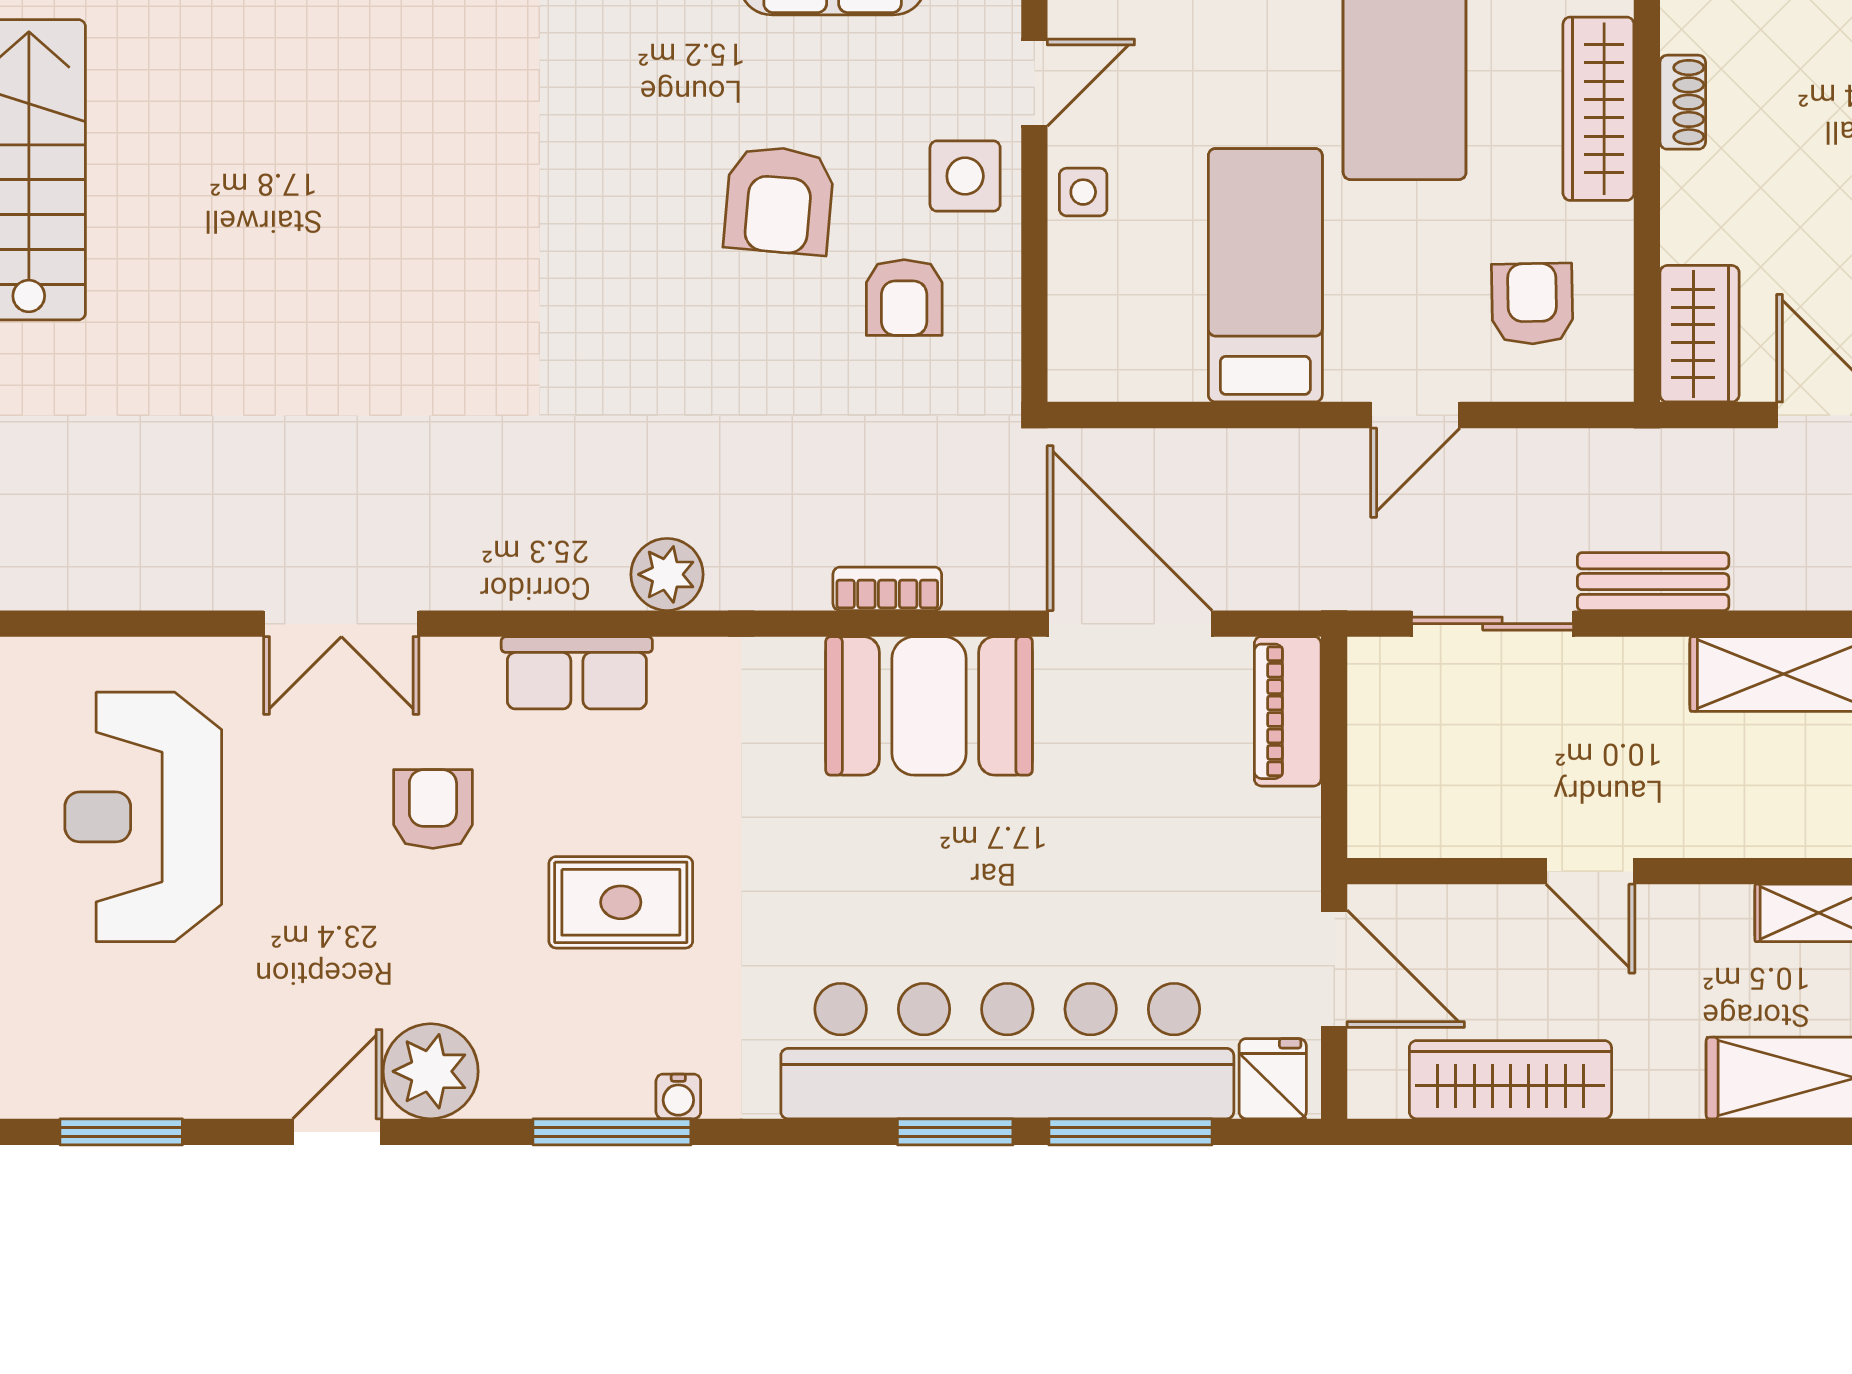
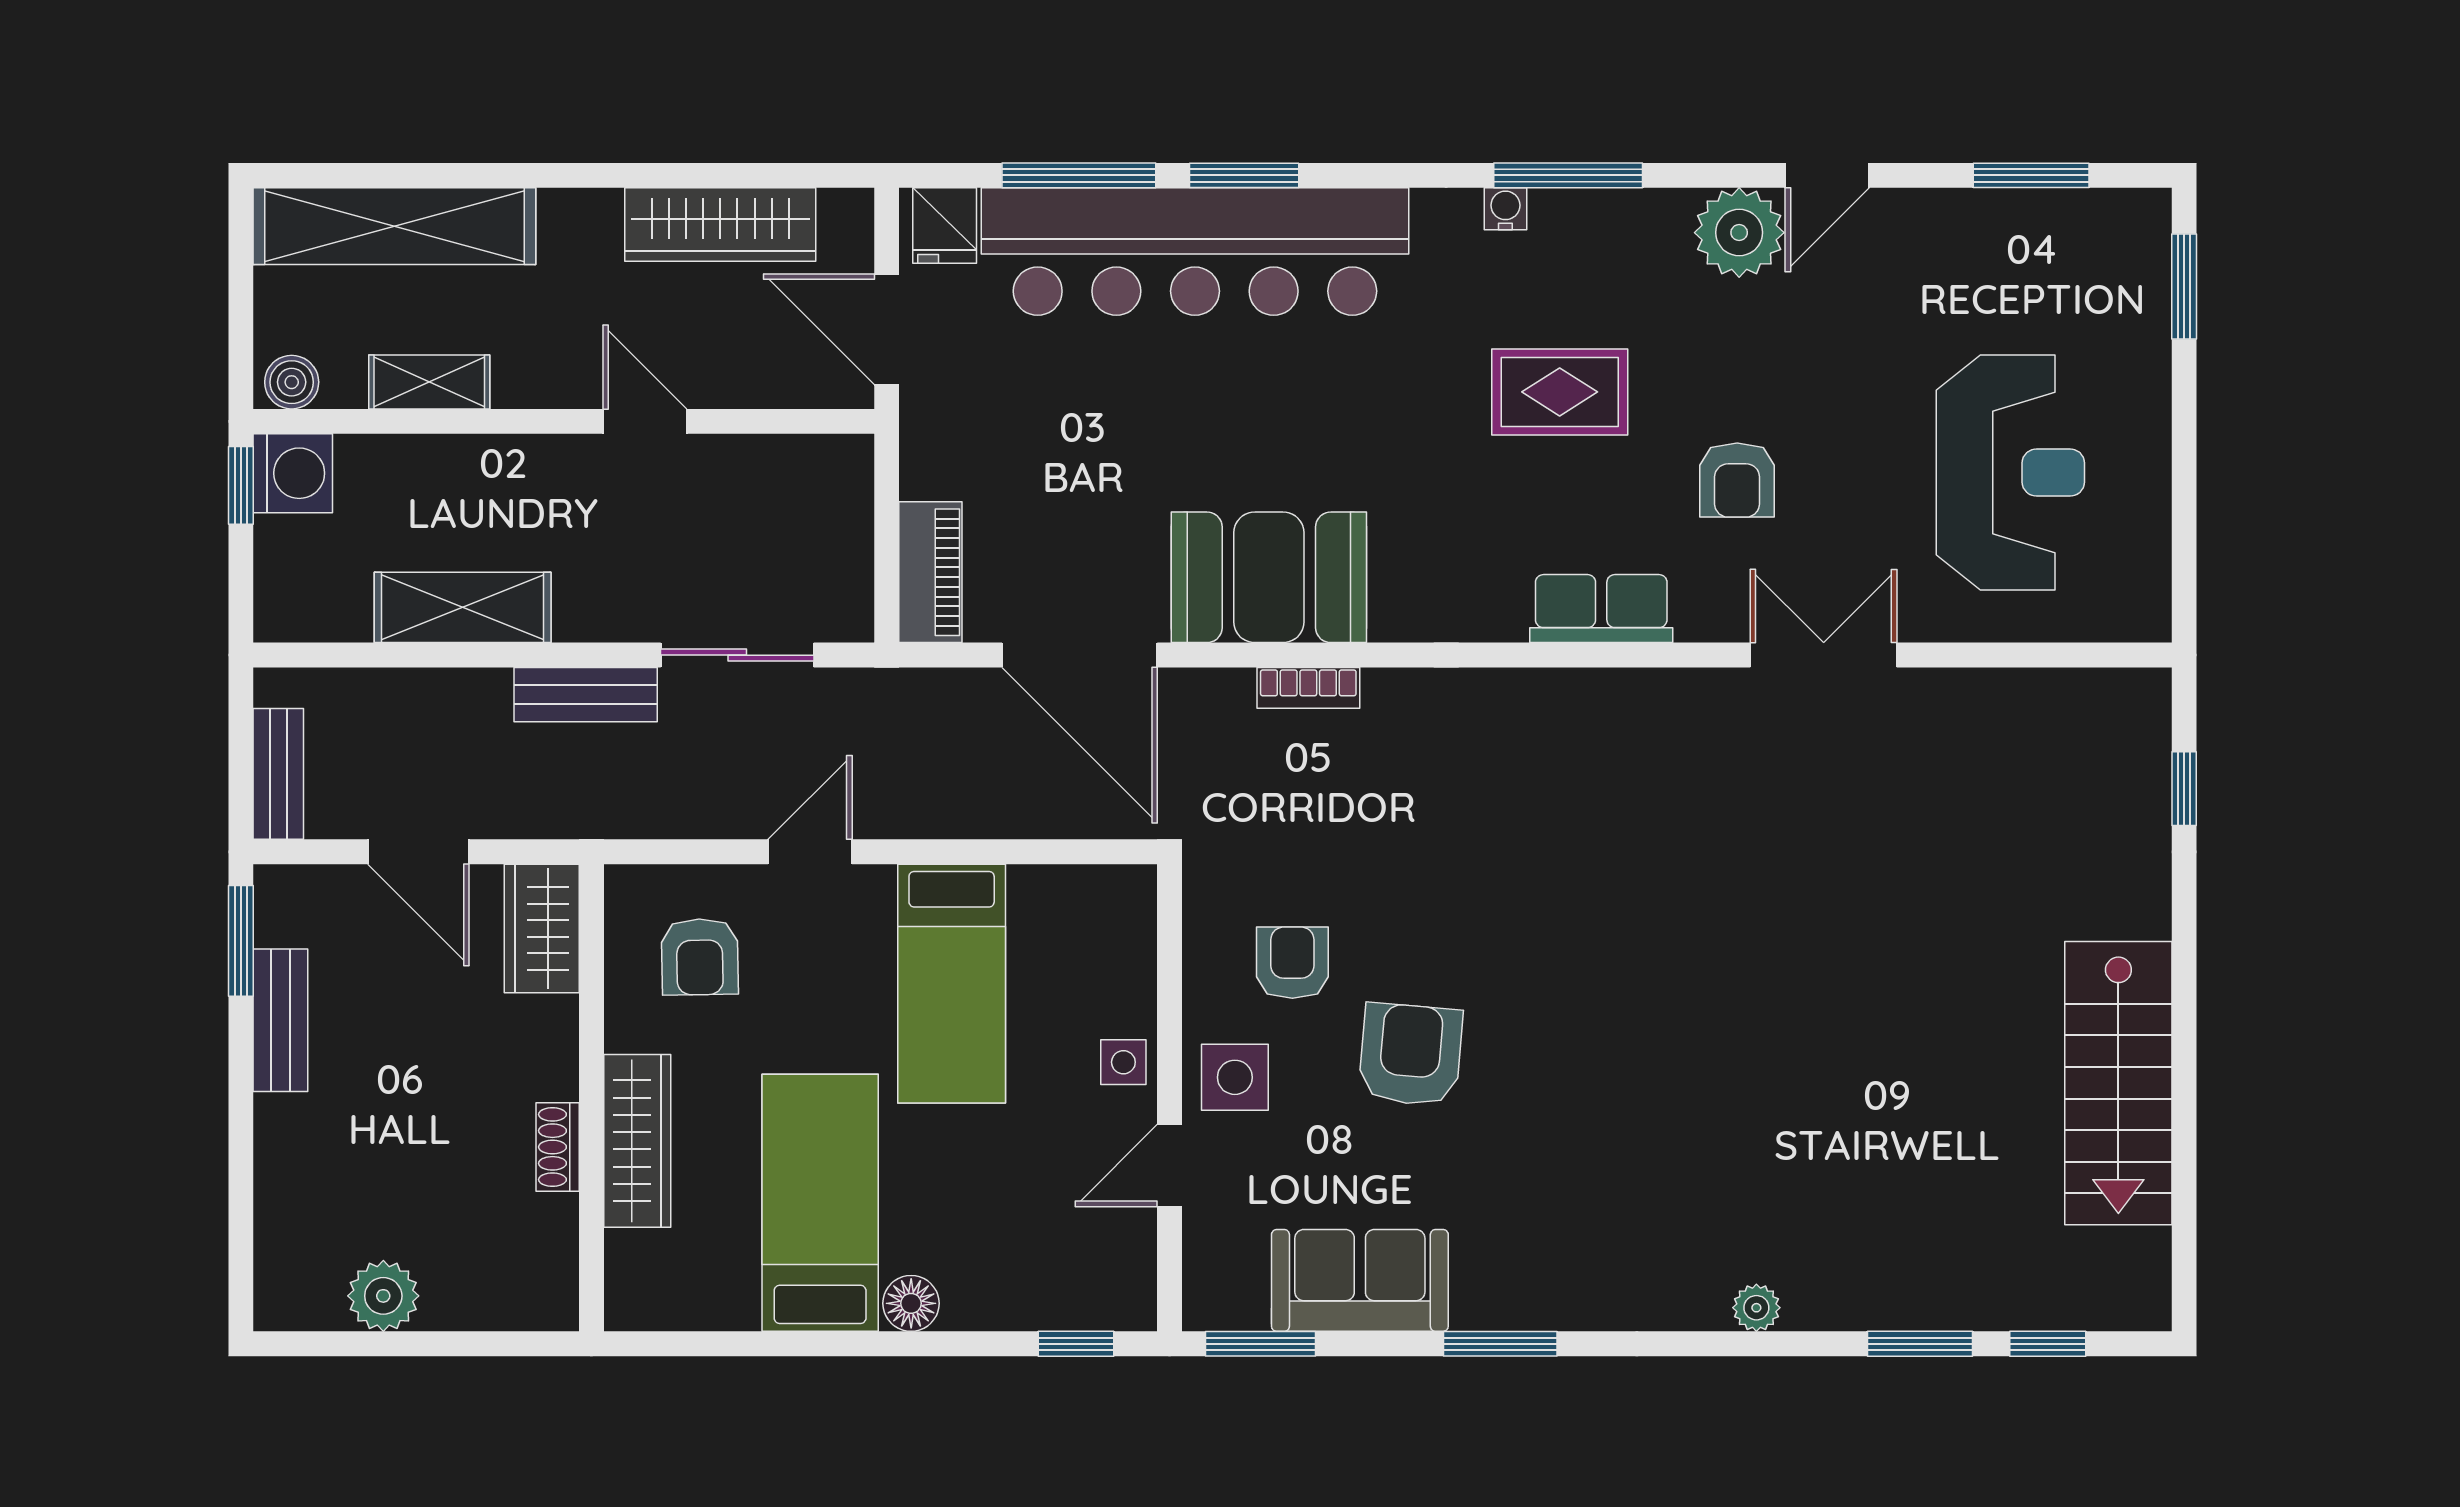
plant: (667, 574) -> (1516, 701), removed

